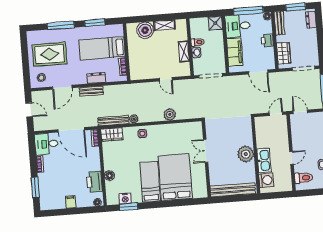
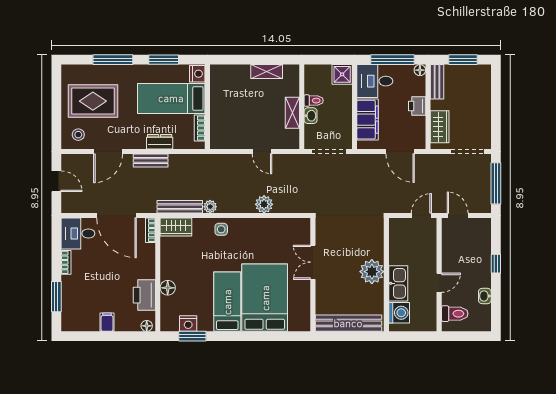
dresser: (311, 20) -> (484, 80), removed
nightstand: (118, 30) -> (197, 74), added
boiler: (145, 30) -> (237, 77), removed

